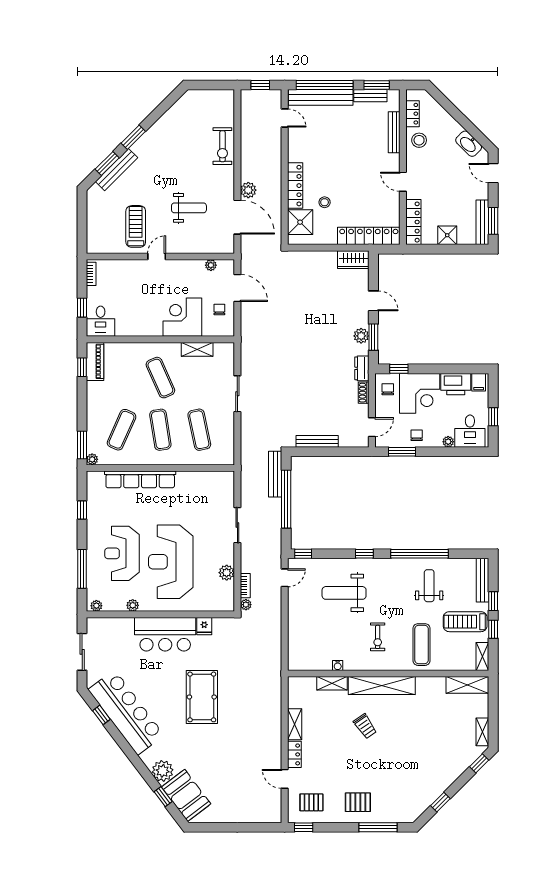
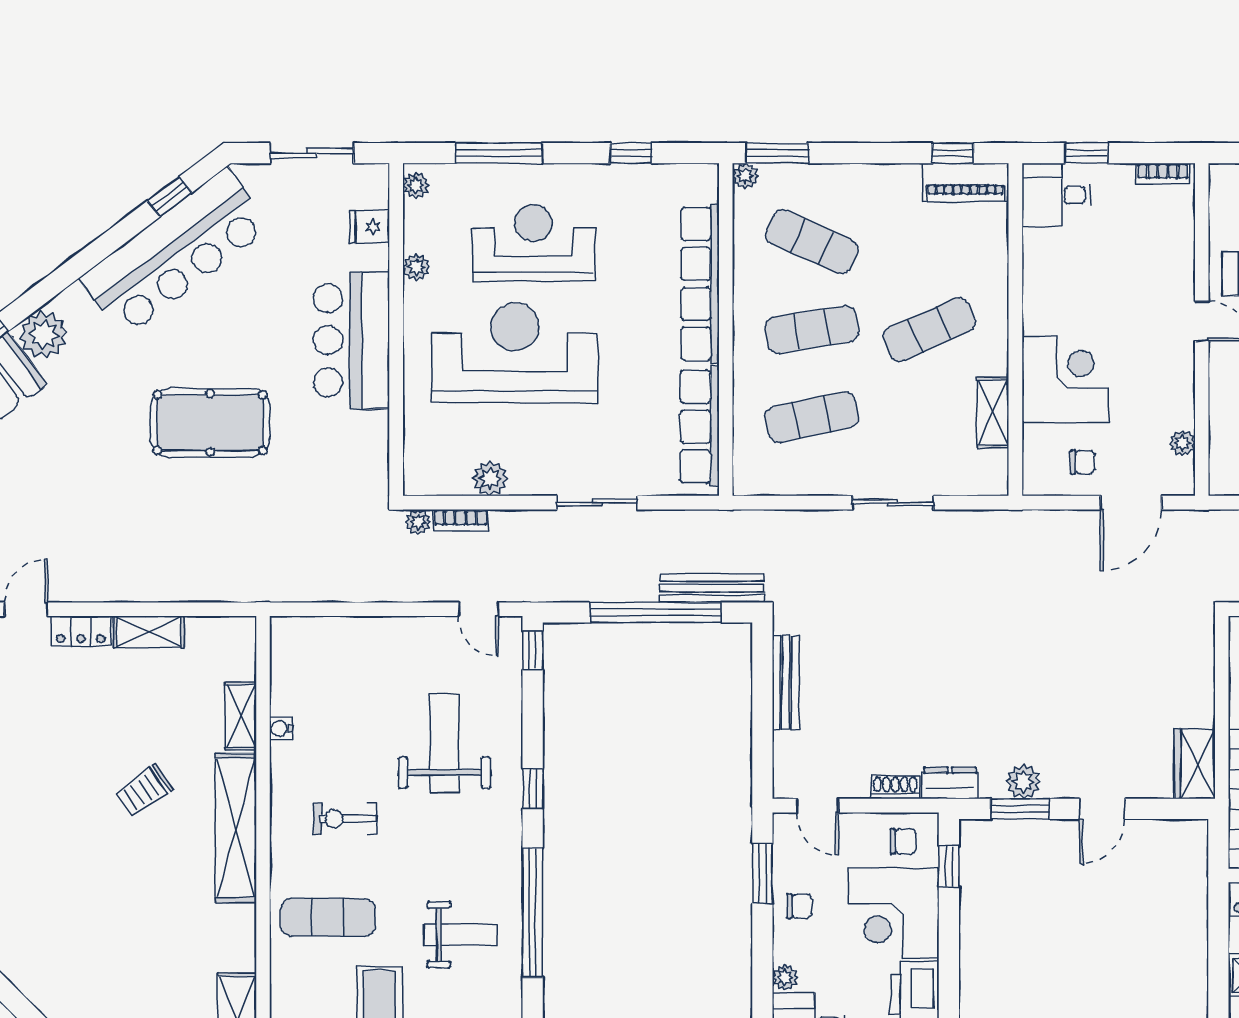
row of seats: (203, 480) -> (700, 427), added
fridge: (204, 626) -> (370, 227), moved

